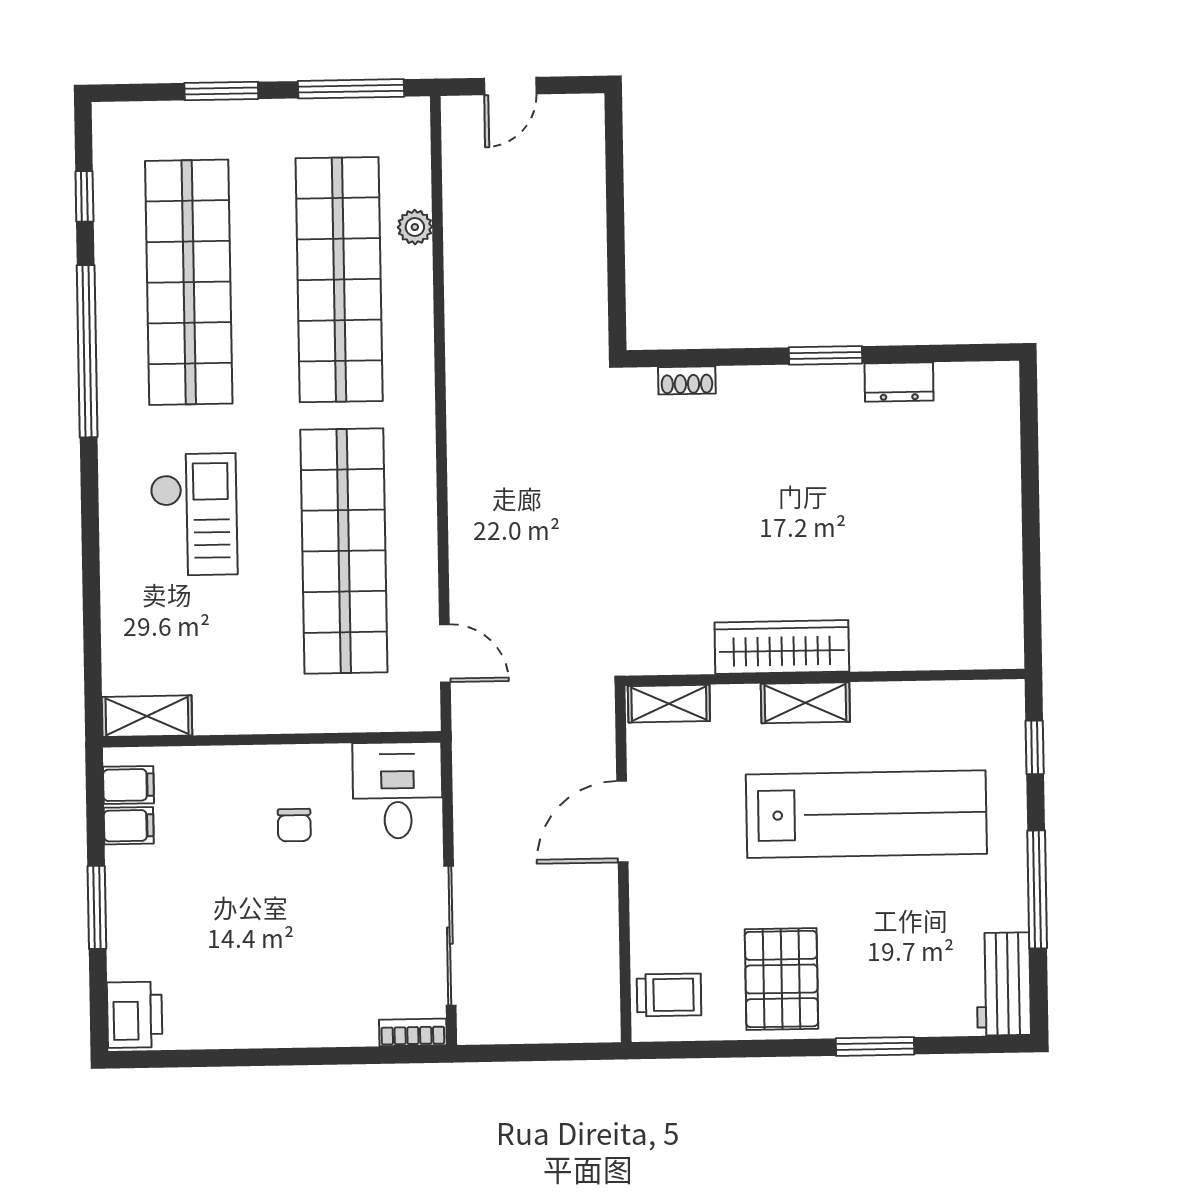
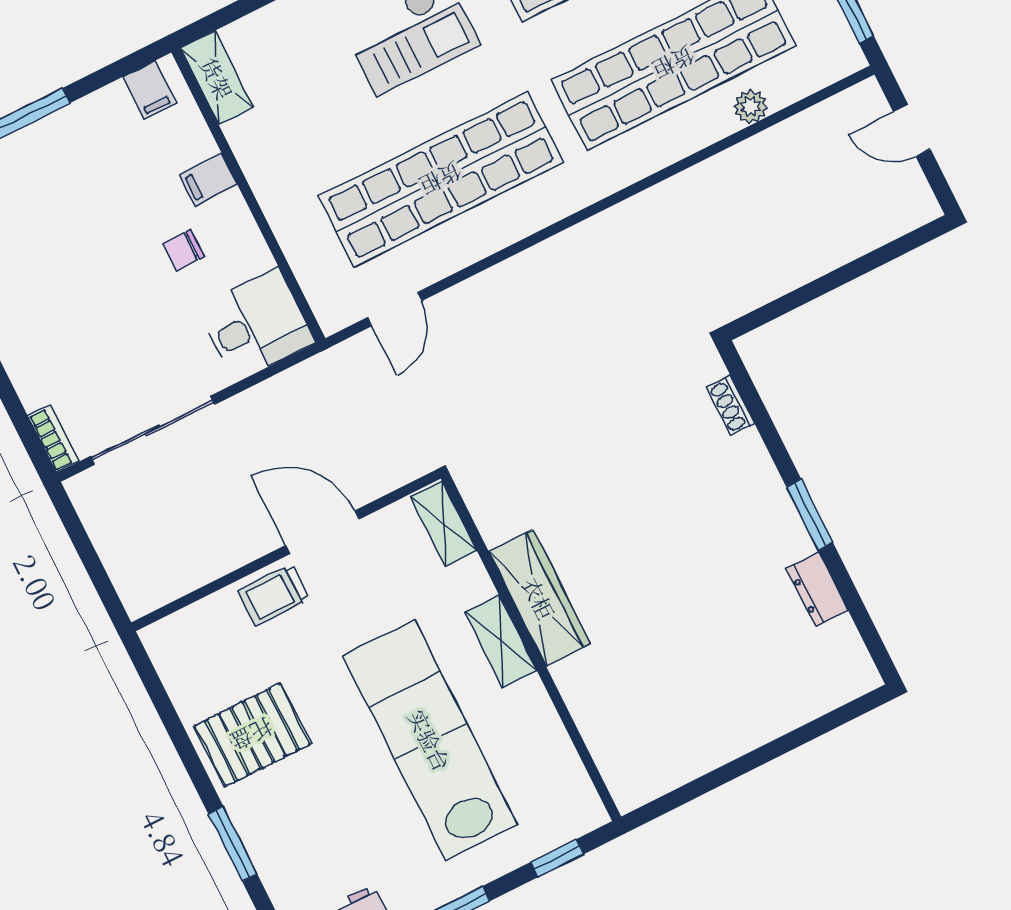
lab bench: (866, 814) -> (430, 740), turned 180
filing cabinet: (129, 826) -> (209, 180), moved, turned 90
trolley: (669, 995) -> (274, 595), moved, turned 90

